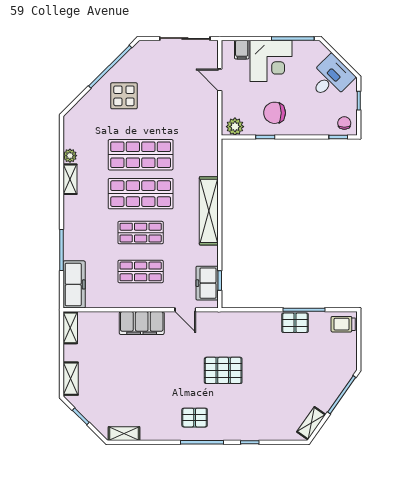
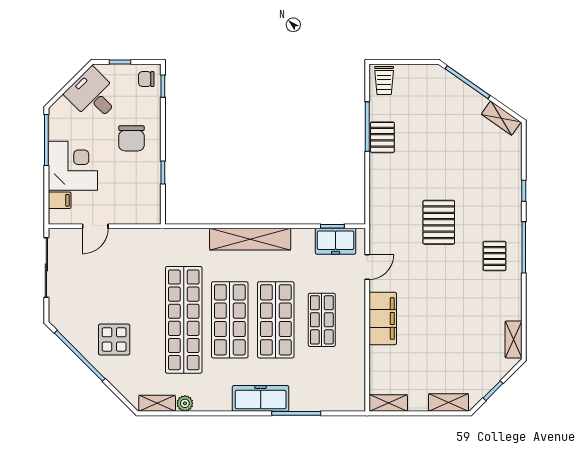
chair: (275, 113) -> (131, 138), moved
plant: (235, 127) -> (150, 208), removed
shop shelf: (141, 155) -> (184, 320), width x1.40
shelving: (70, 179) -> (157, 403), moved
shop shelf: (141, 233) -> (276, 320), width x1.43, depth x1.36
freezer: (74, 284) -> (261, 398), moved

